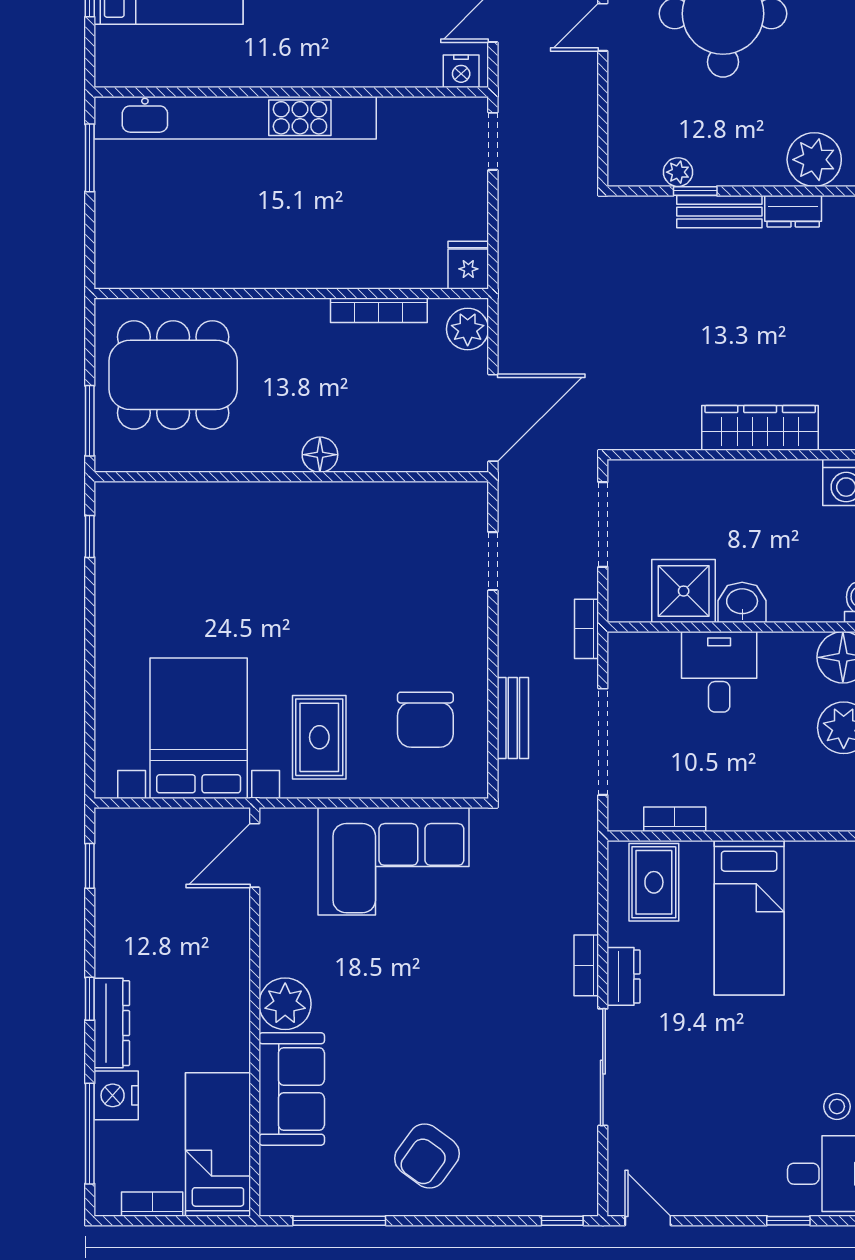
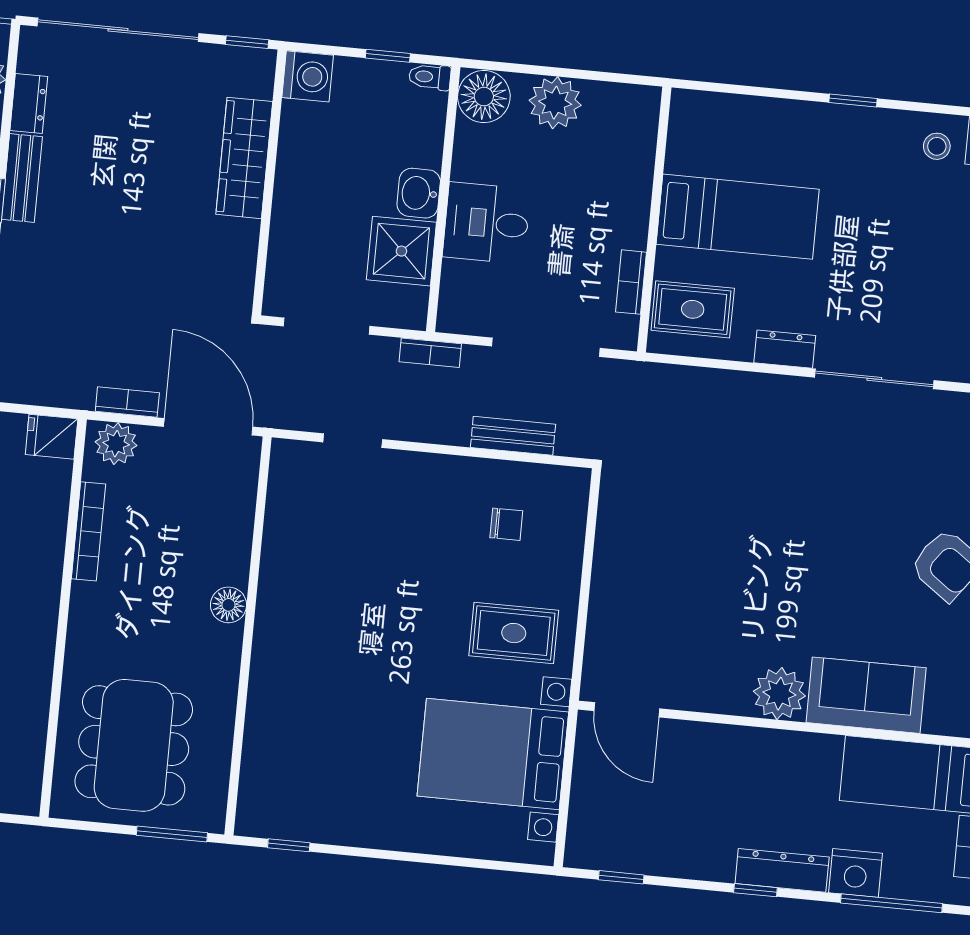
chair: (425, 720) -> (506, 524), width x0.54, depth x0.54
corner sofa: (393, 861) -> (646, 570), removed
bookcase: (586, 965) -> (127, 402), moved, turned 180

